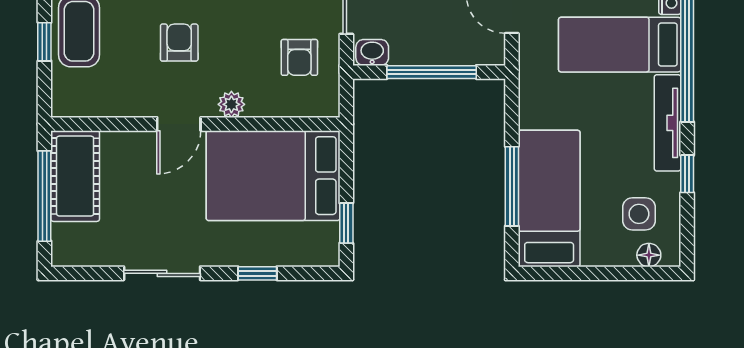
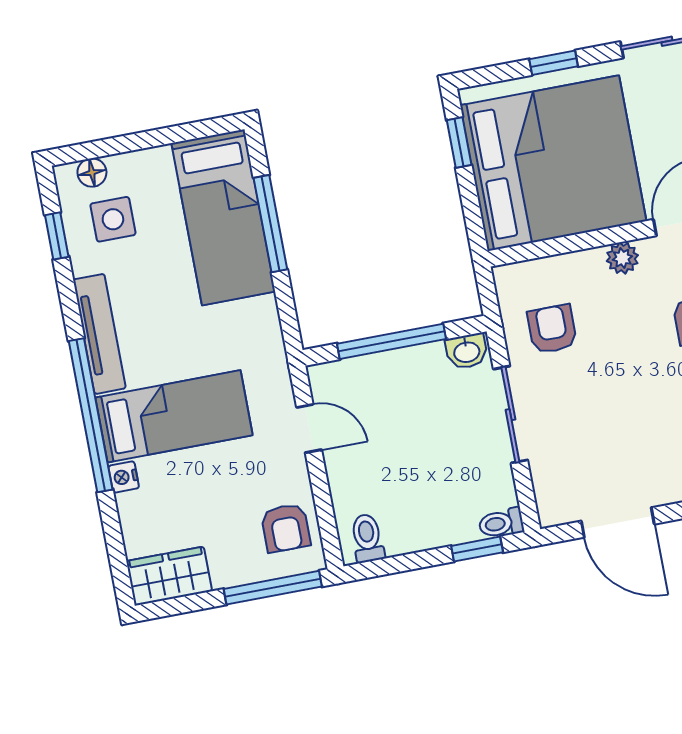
window: (687, 174) -> (57, 236), moved
bed: (273, 176) -> (553, 163), width x1.36

